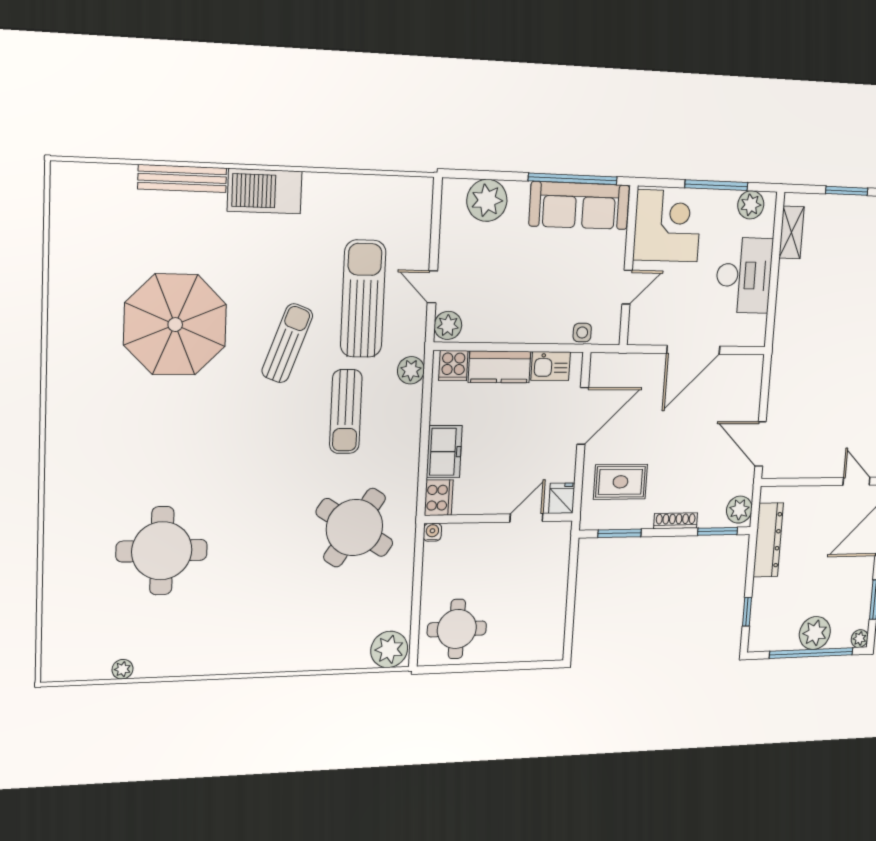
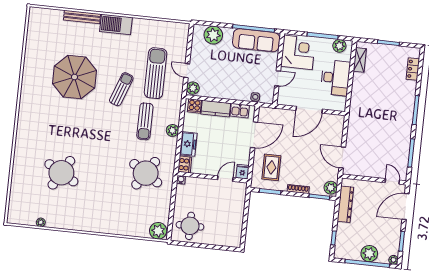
plant: (411, 370) -> (172, 130), moved
rug: (620, 482) -> (271, 167), turned 90
round table: (162, 551) -> (61, 173), turned 30

